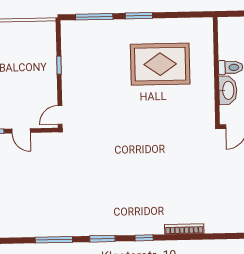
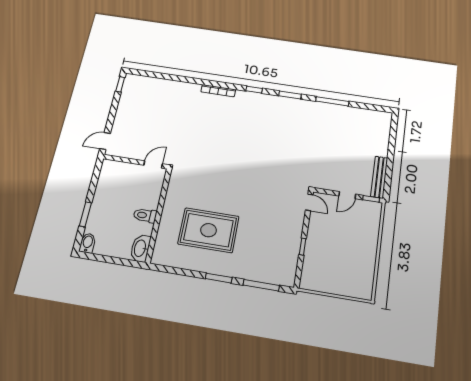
washbasin: (228, 90) -> (140, 248), moved
door: (60, 115) -> (309, 202), hinge flipped
door: (21, 131) -> (347, 195), swing flipped

